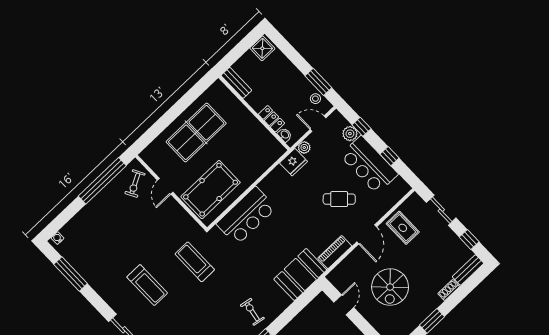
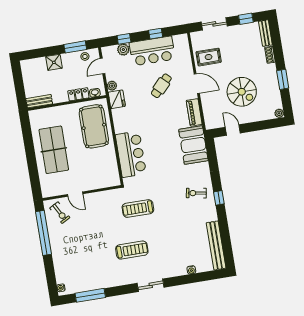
shower: (262, 48) -> (54, 62), moved
pool table: (211, 190) -> (94, 126), moved

